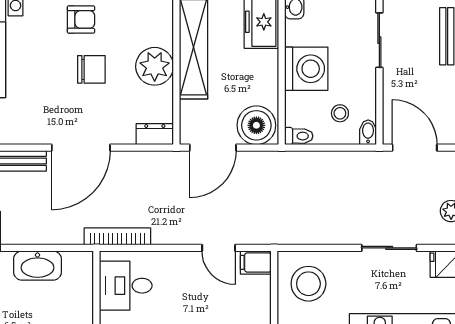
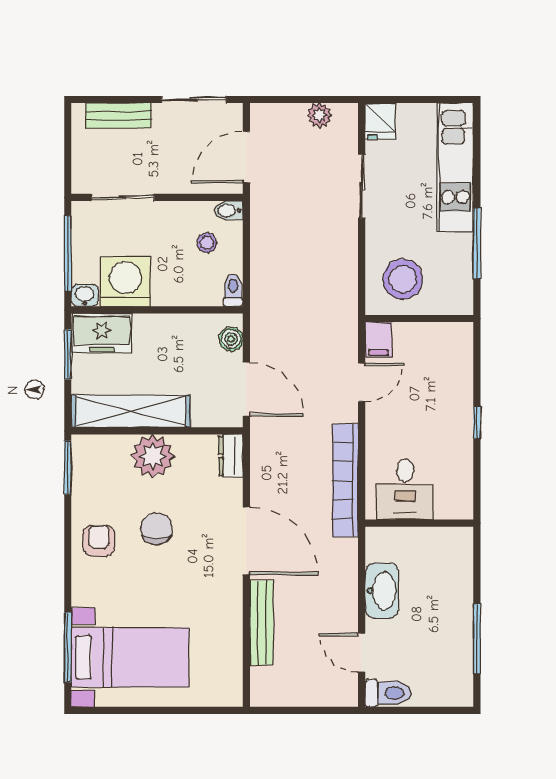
washing machine: (306, 69) -> (125, 282), moved
boiler: (256, 125) -> (231, 339), width x0.54, depth x0.54
bookcase: (117, 236) -> (345, 480), width x1.48, depth x1.31

